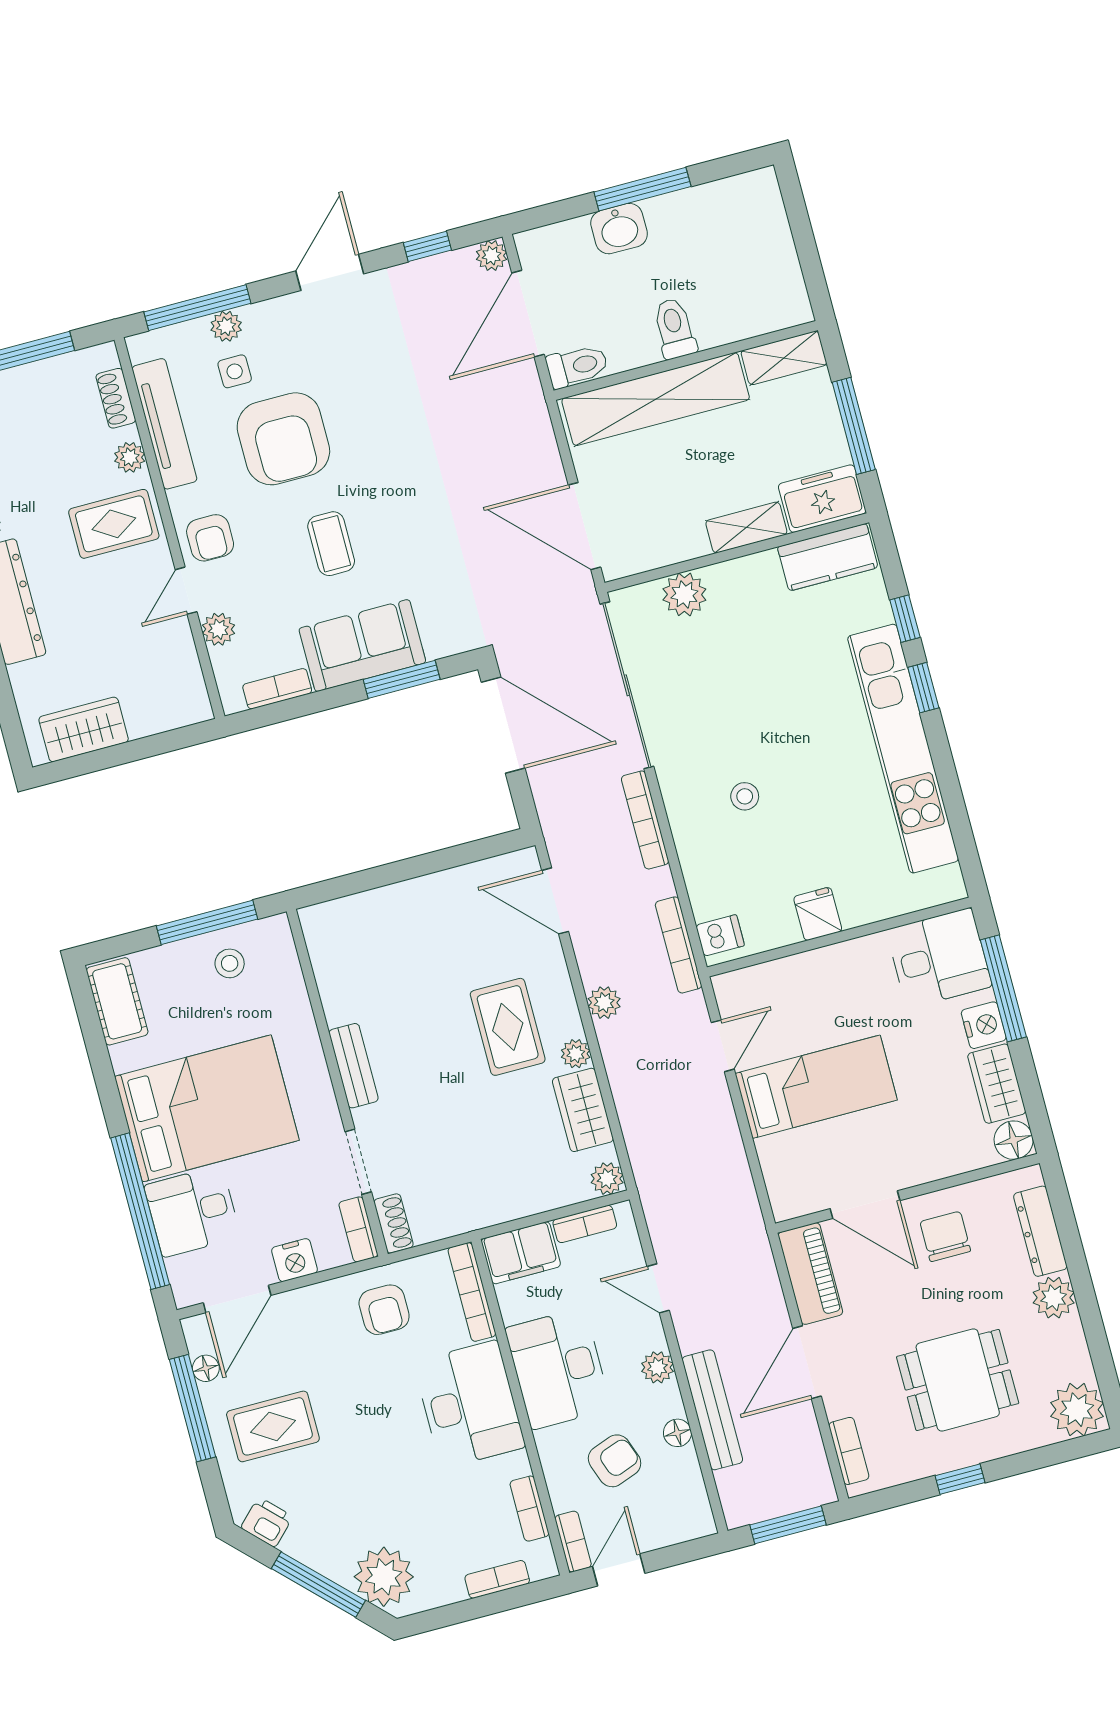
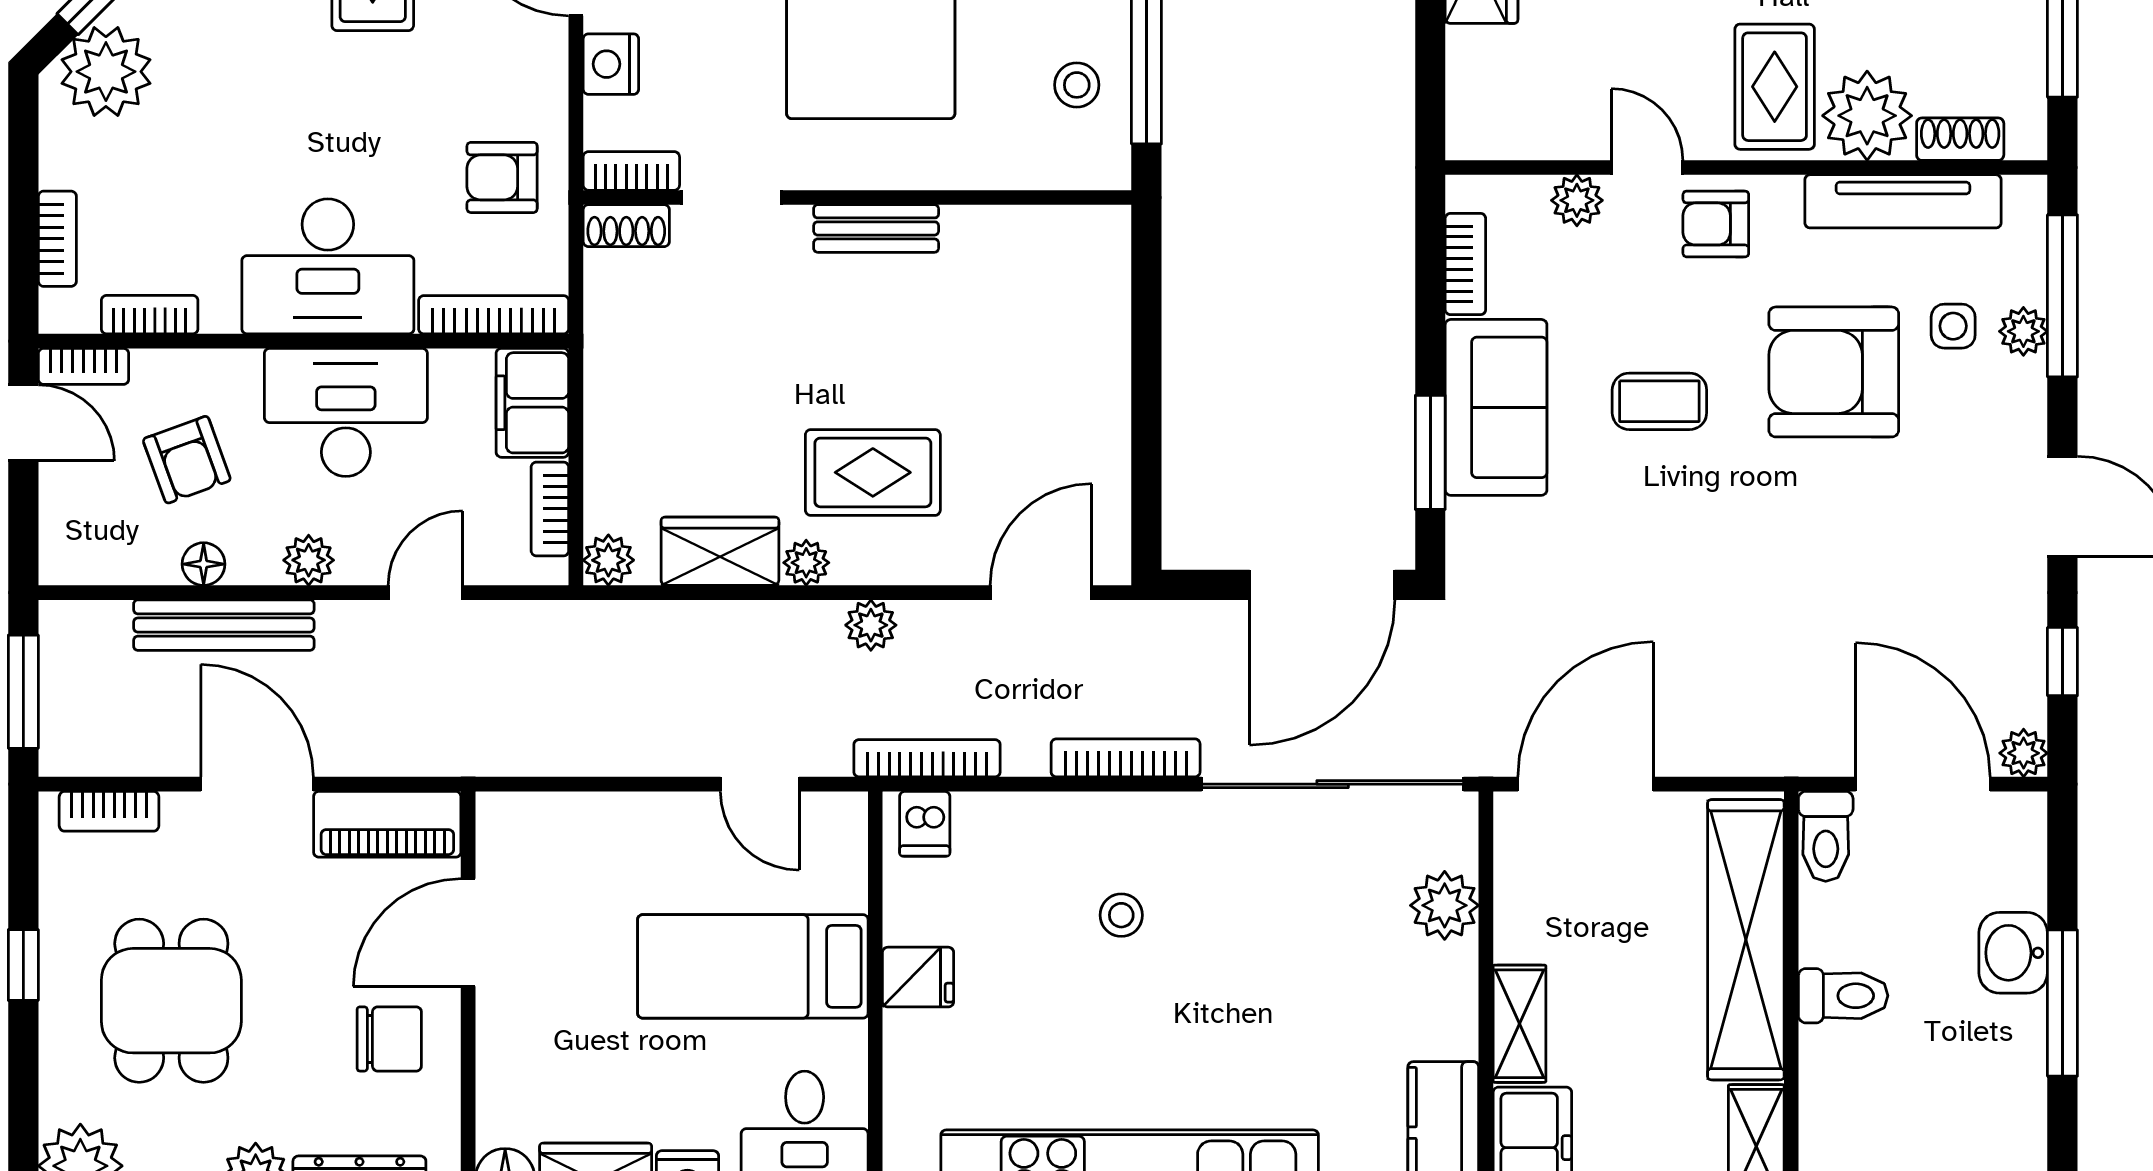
plant: (130, 457) -> (1867, 116), width x1.87, depth x1.87
bed: (816, 1087) -> (753, 966), moved, turned 90

